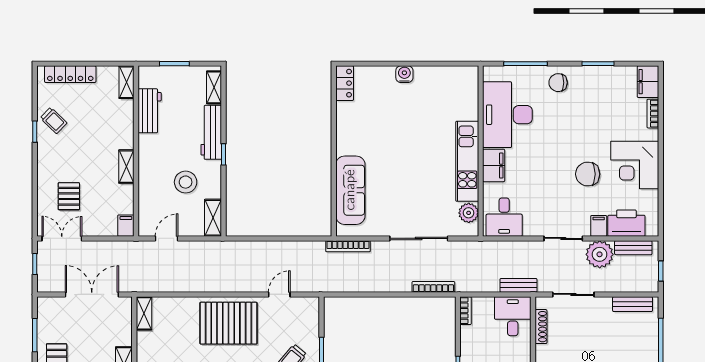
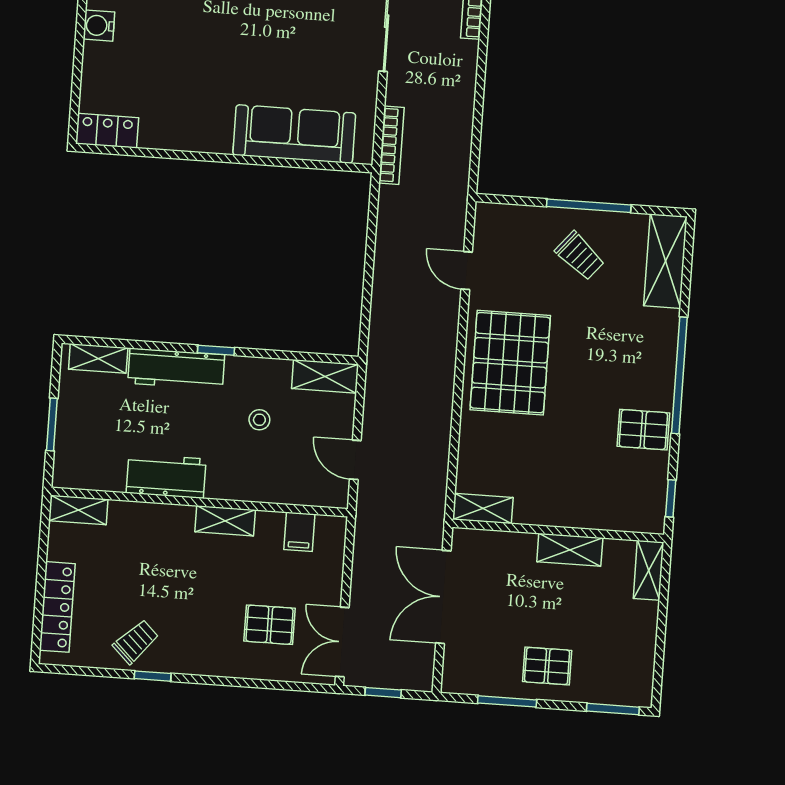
workbench: (150, 111) -> (166, 476), moved
stool: (186, 182) -> (259, 420), width x0.53, depth x0.53
filing cabinet: (126, 226) -> (299, 532), moved, turned -90

